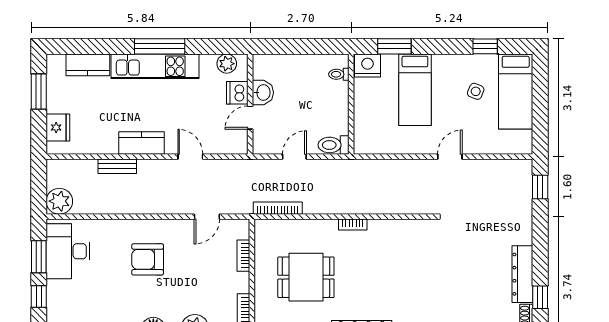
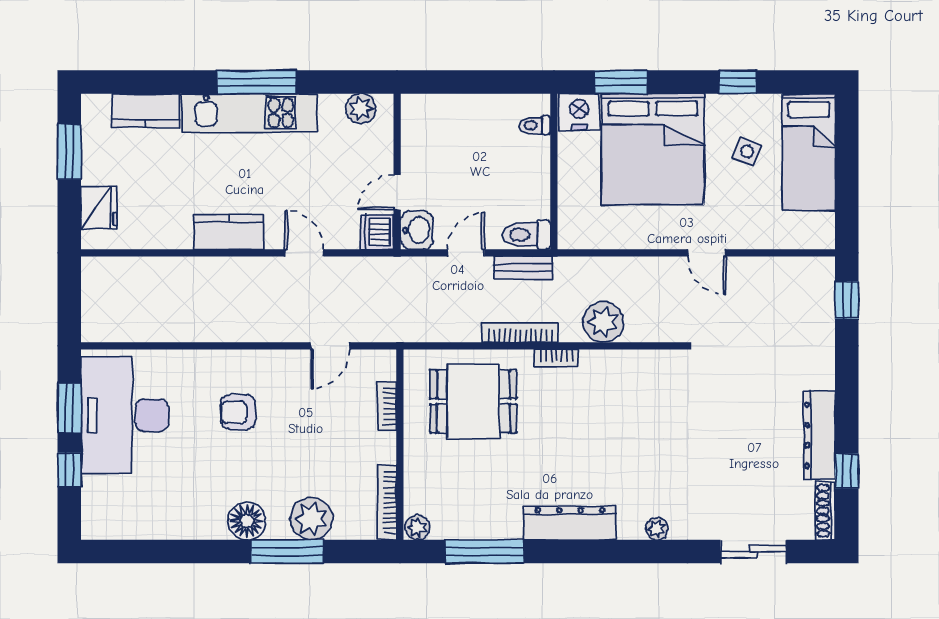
window: (485, 46) -> (738, 82), moved
bed: (415, 90) -> (653, 149), width x2.04
dishwasher: (237, 93) -> (377, 232), moved
washbasin: (263, 93) -> (417, 230), moved
door: (450, 157) -> (707, 253), swing flipped
bench: (117, 166) -> (523, 268), moved
plant: (59, 201) -> (603, 322), moved
bookcase: (278, 208) -> (520, 333), moved
desk: (68, 251) -> (125, 415), width x1.36, depth x1.30
armchair: (148, 259) -> (238, 412), width x0.72, depth x0.72
dining table: (306, 277) -> (473, 401), moved

